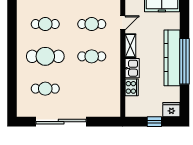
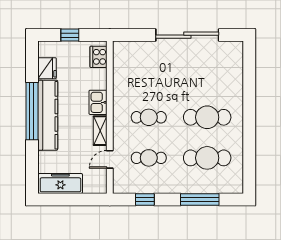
cafe table: (45, 24) -> (207, 158), width x1.37, depth x1.35
cooker: (132, 87) -> (98, 57), moved
cafe table: (45, 89) -> (207, 77), removed
fridge: (171, 110) -> (47, 68), moved, turned -90

